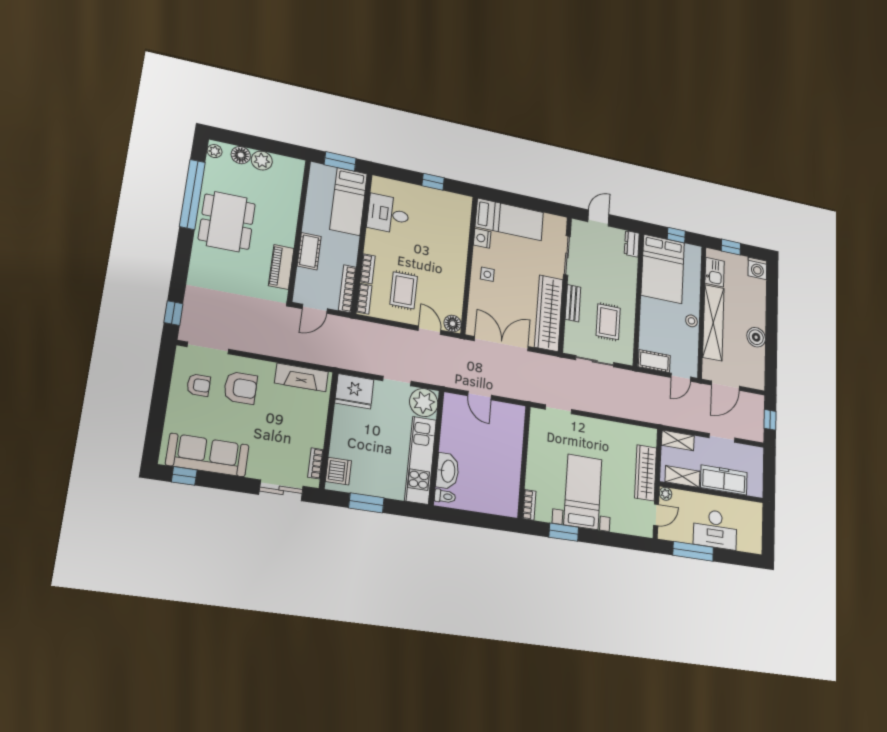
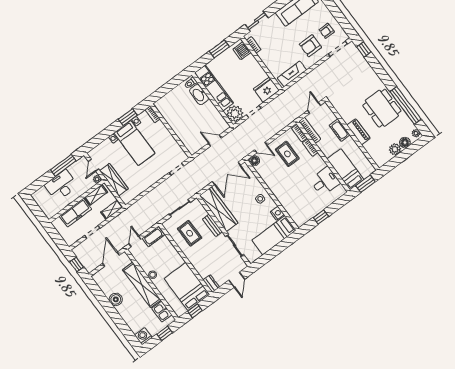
piano: (281, 267) -> (359, 132), moved

